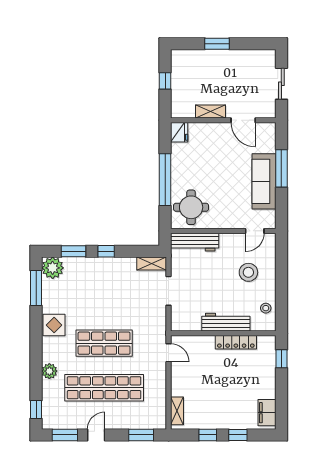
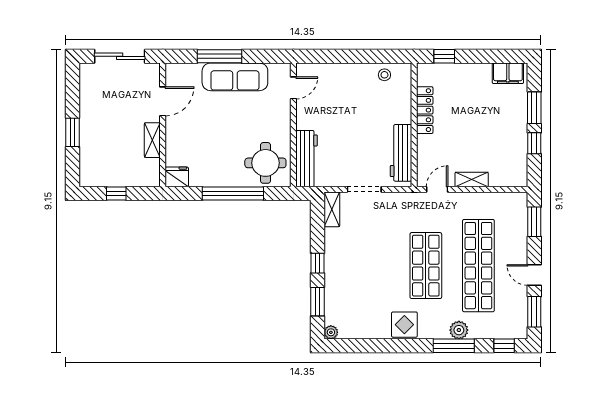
sliding door: (281, 84) -> (120, 56), width x1.37
door: (255, 231) -> (293, 88), hinge flipped
plant: (53, 268) -> (331, 332), width x0.53, depth x0.53
stool: (248, 272) -> (342, 95), removed
window: (36, 288) -> (454, 346), moved
workbench: (226, 322) -> (401, 153), moved
shelving: (177, 411) -> (472, 180), moved
window: (238, 435) -> (534, 108), width x1.50

